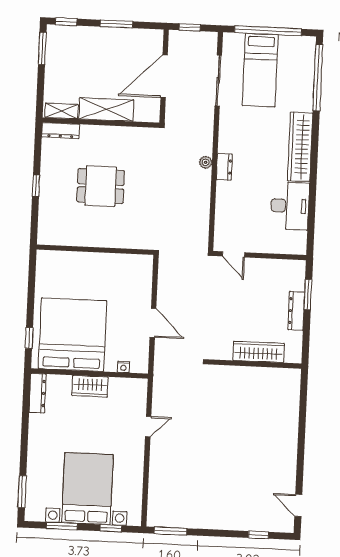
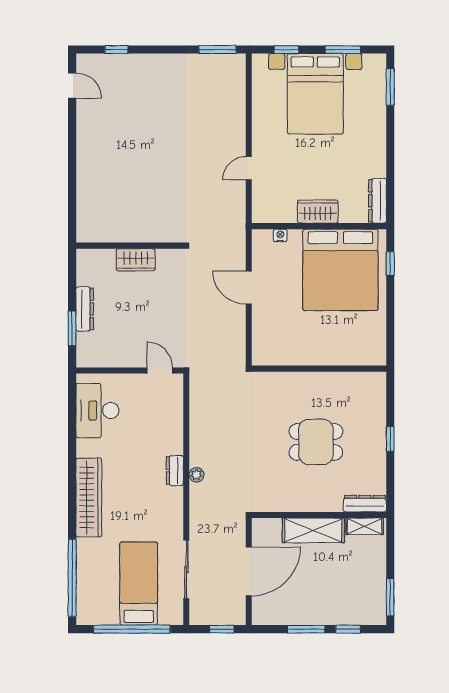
window: (66, 22) -> (348, 629), moved
desk: (290, 206) -> (97, 411), moved
wardrobe: (258, 352) -> (136, 260), width x0.67

